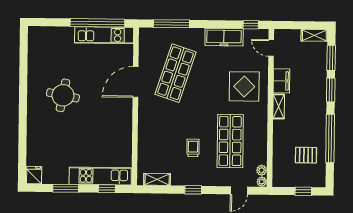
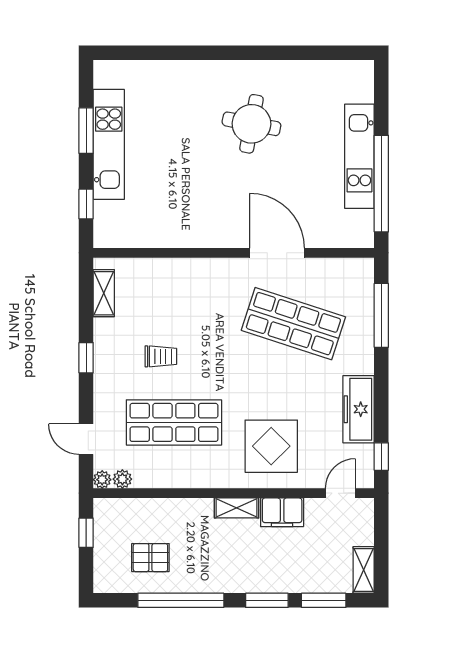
kitchen unit: (104, 35) -> (359, 156), moved
pallet: (306, 155) -> (150, 558), turned 90
fridge: (34, 175) -> (109, 74), removed
kitchen unit: (100, 176) -> (109, 144), moved
window: (303, 191) -> (86, 533), moved

